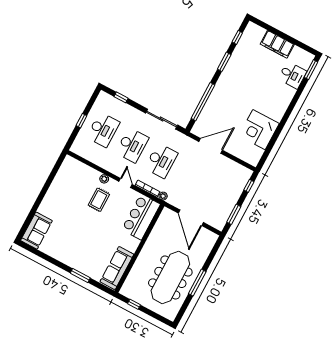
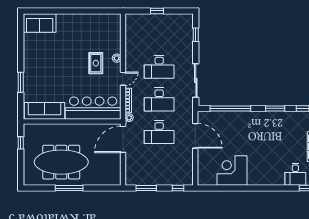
desk: (103, 130) -> (159, 132), moved
rug: (99, 200) -> (96, 63), turned 90
bar counter: (141, 217) -> (93, 108), width x1.36
door: (191, 218) -> (123, 139), moved

